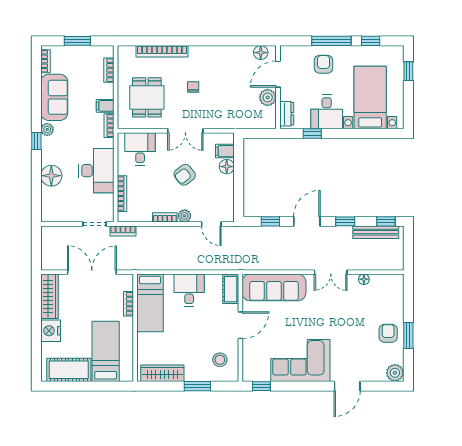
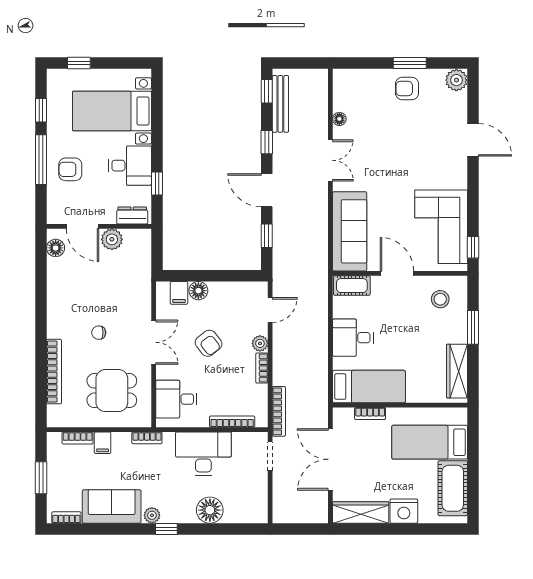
filing cabinet: (105, 106) -> (103, 443), moved
bookcase: (123, 231) -> (279, 411), width x1.56
corner sofa: (300, 360) -> (441, 227), moved

